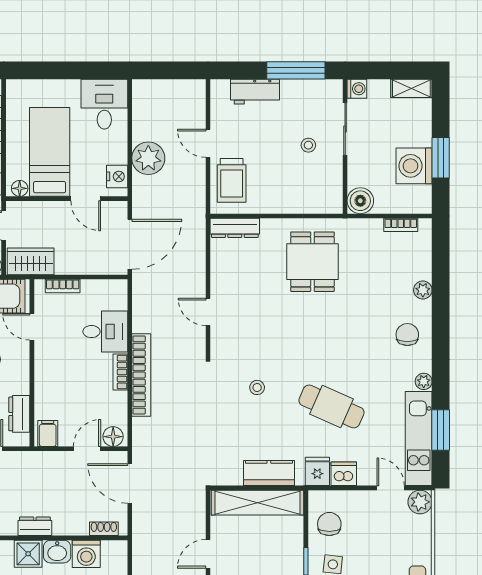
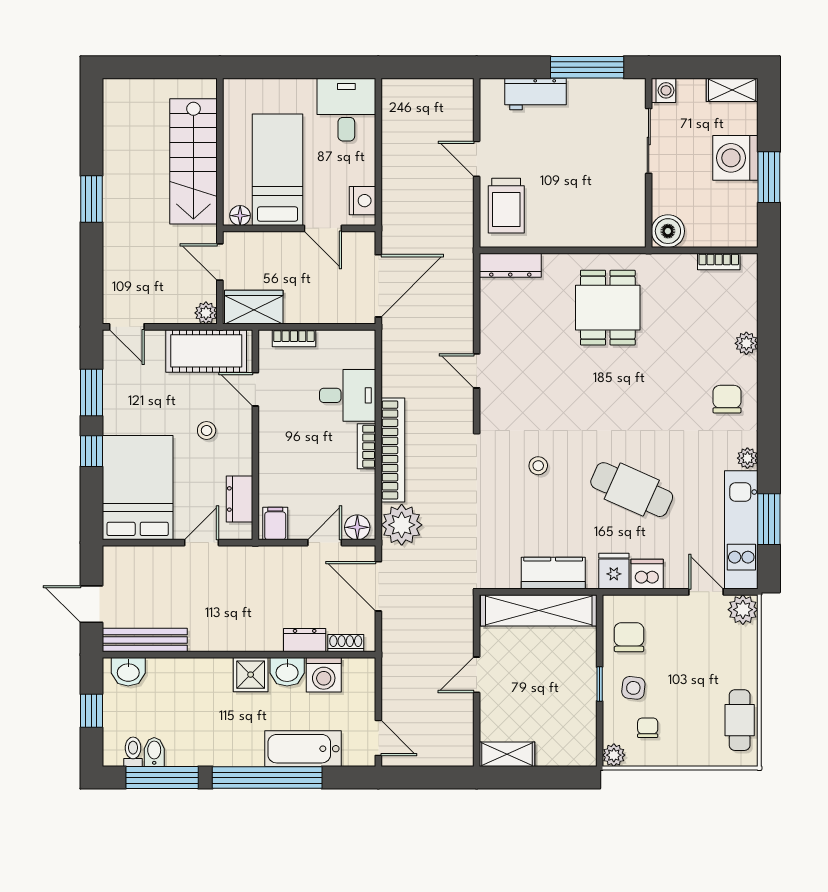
stool: (308, 145) -> (603, 161), removed
plant: (148, 158) -> (402, 525), moved
washing machine: (414, 166) -> (735, 158), moved
dresser: (35, 526) -> (305, 640), moved

